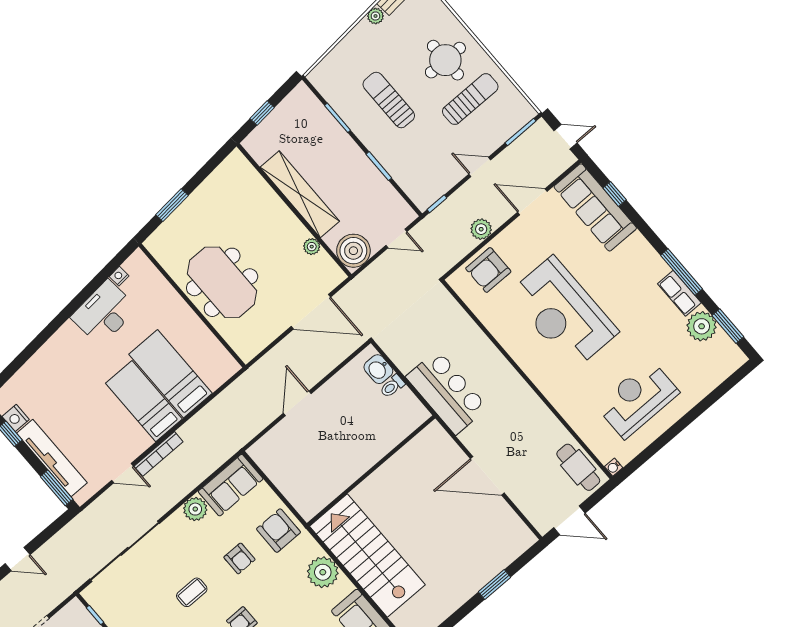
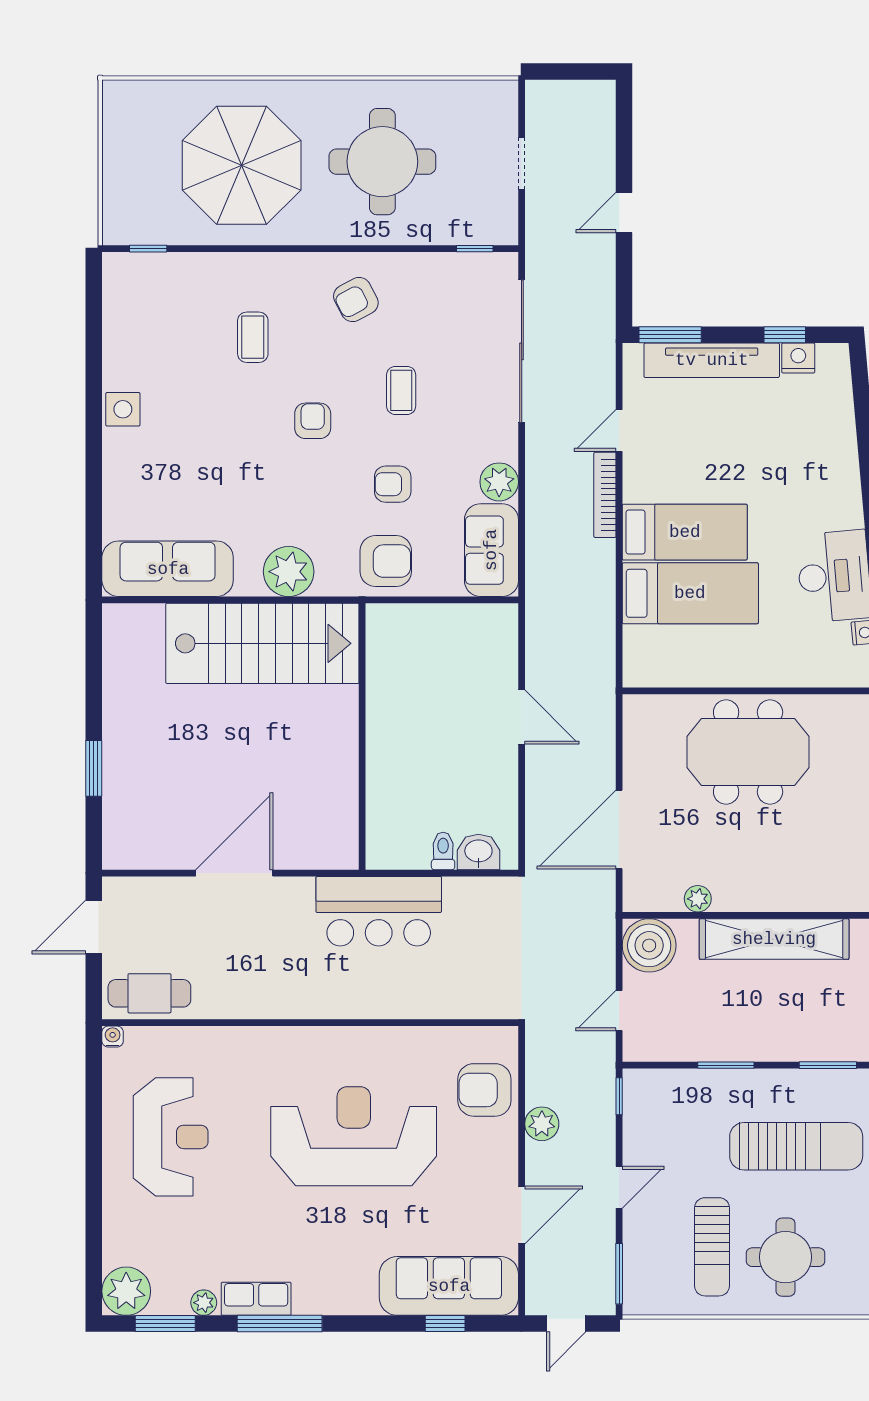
sun lounger: (389, 100) -> (796, 1146), width x1.36, depth x1.34
armchair: (488, 270) -> (484, 1090), turned -90
plant: (702, 326) -> (204, 1303), width x0.53, depth x0.53
plant: (728, 358) -> (126, 1291), added

